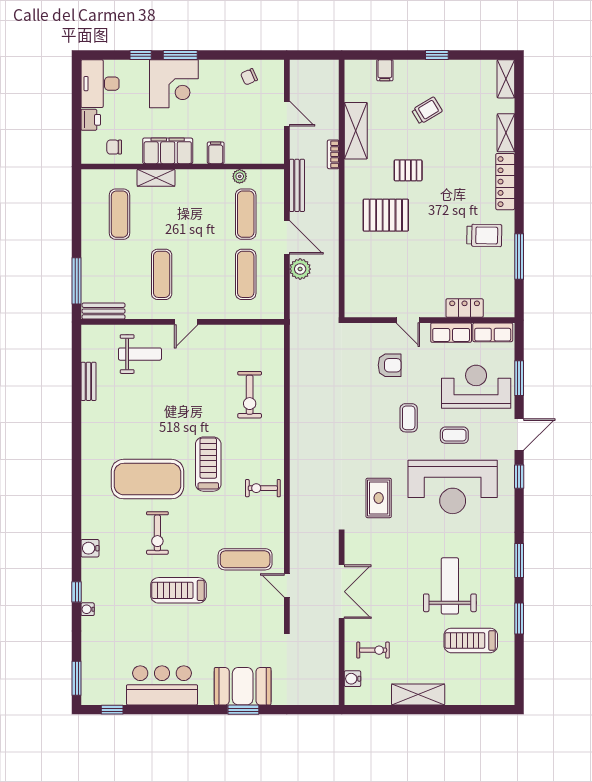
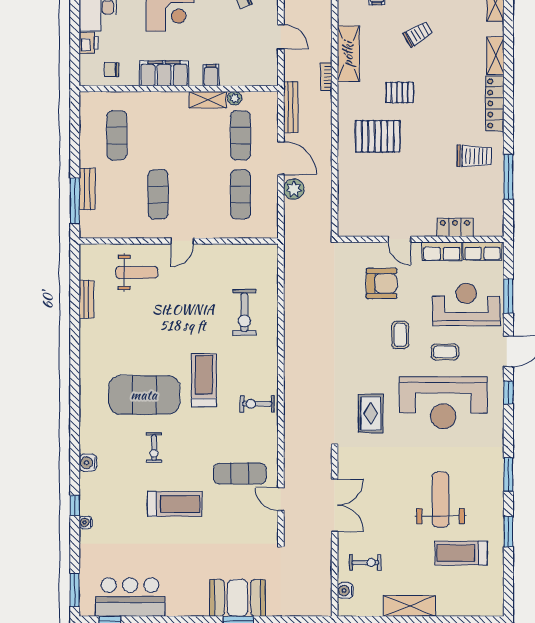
shelving: (156, 178) -> (208, 100), moved
bench: (104, 311) -> (87, 189), moved, turned 90
armchair: (390, 365) -> (382, 283), width x1.38, depth x1.38
exercise bike: (157, 533) -> (154, 448), width x0.73, depth x0.72
treadmill: (179, 590) -> (175, 504), turned 180
bar counter: (162, 685) -> (130, 597), moved

